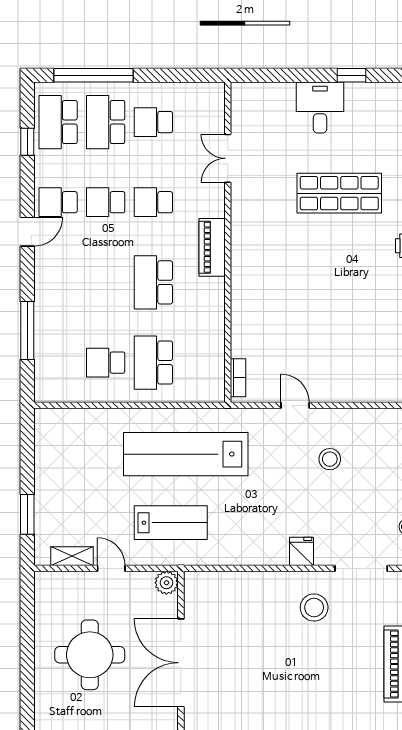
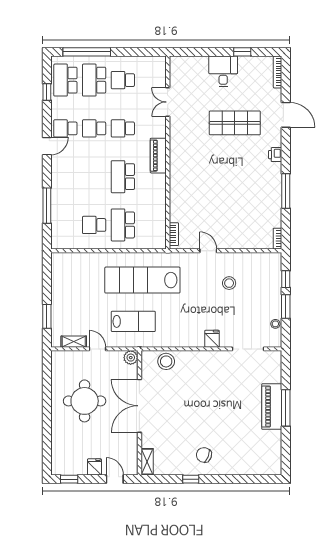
stool: (314, 608) -> (166, 361), moved

